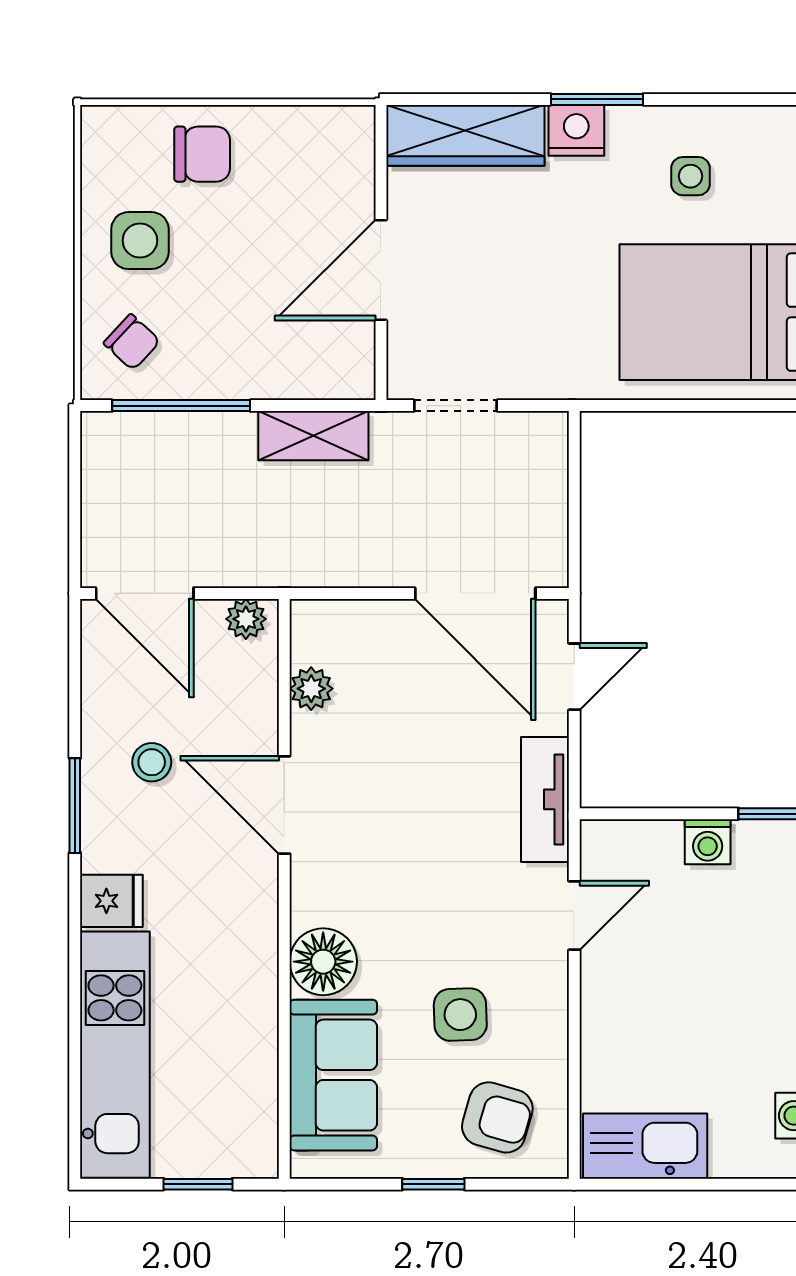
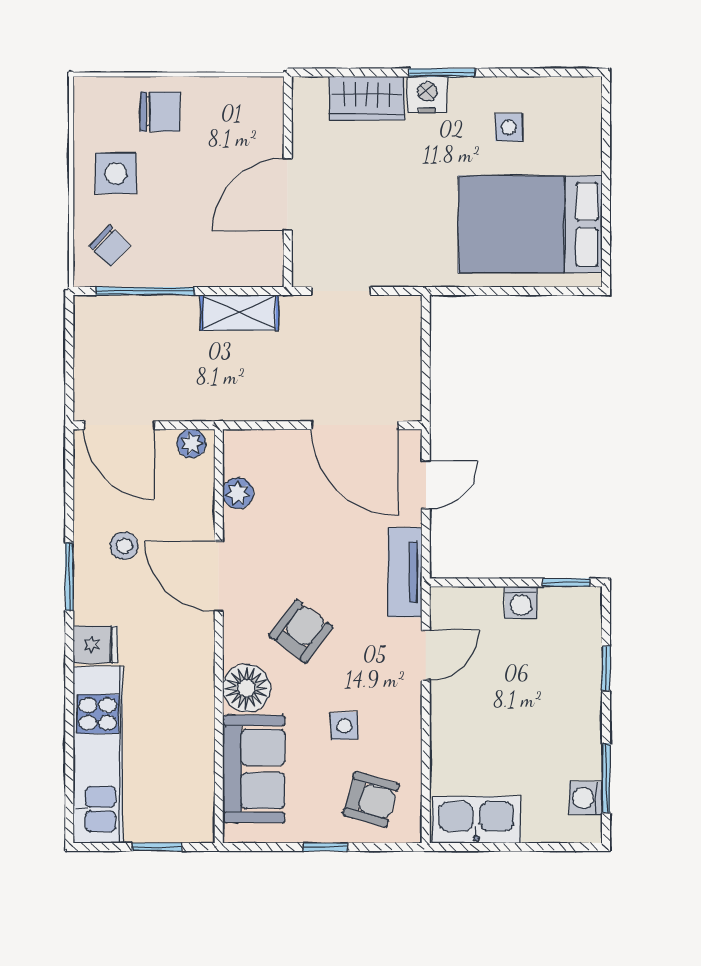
wardrobe: (465, 135) -> (367, 98), width x0.67
armchair: (400, 882) -> (301, 631), added
side table: (460, 1015) -> (344, 726), width x0.73, depth x0.73

